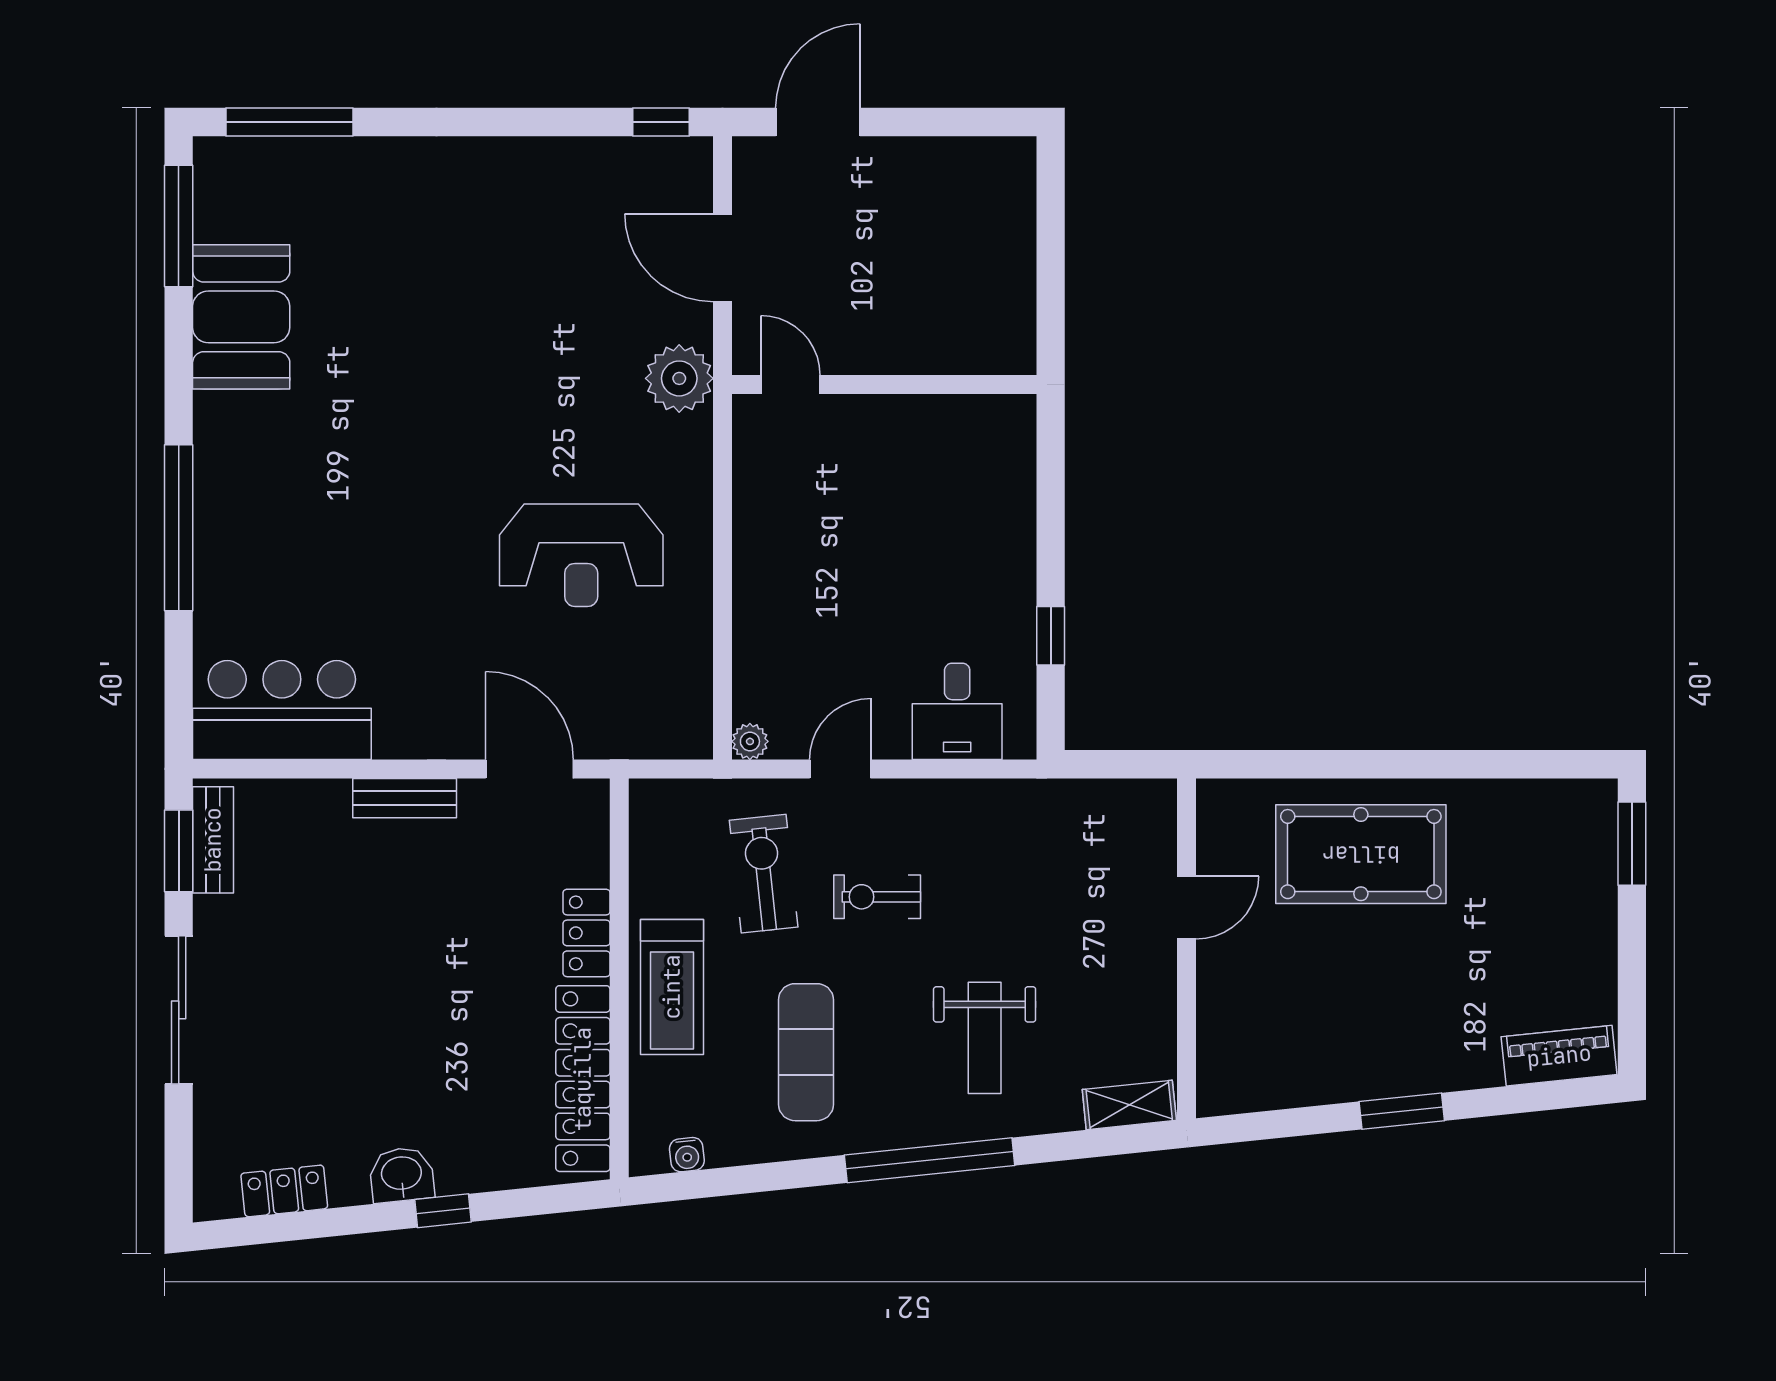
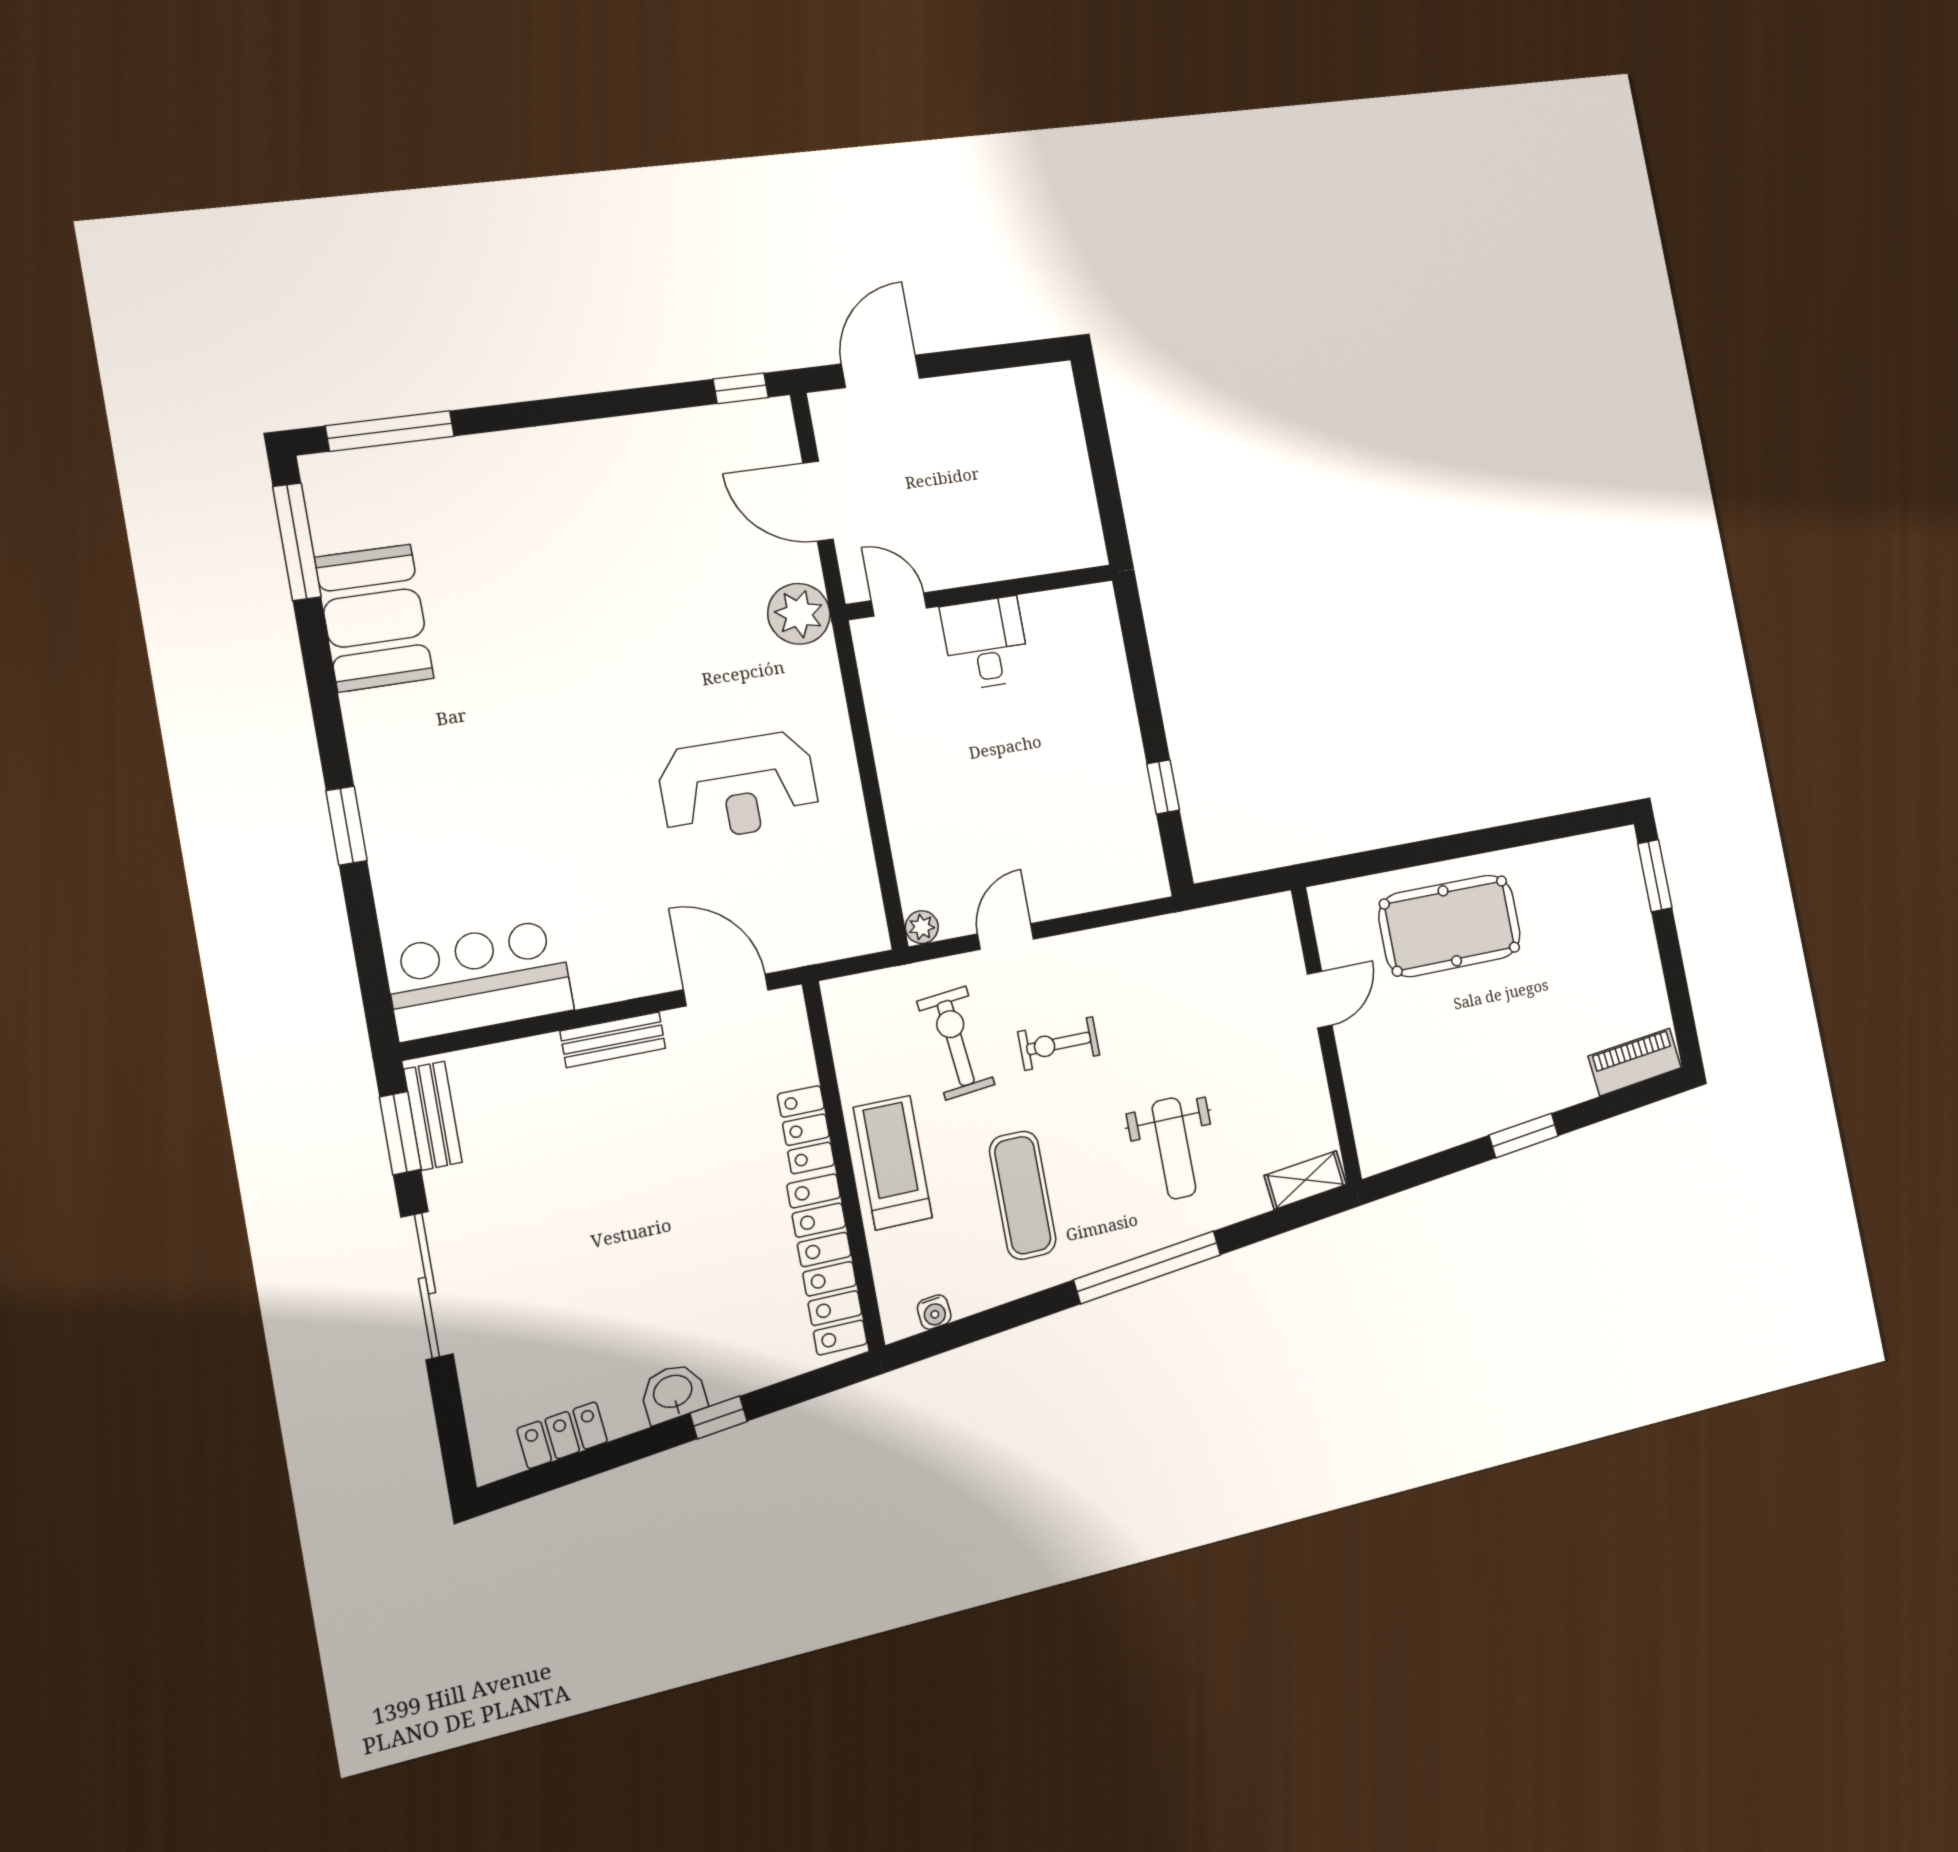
window: (179, 528) -> (347, 826), width x0.47
desk: (957, 711) -> (986, 643), moved, turned 180
treadmill: (672, 987) -> (893, 1162), turned 180

